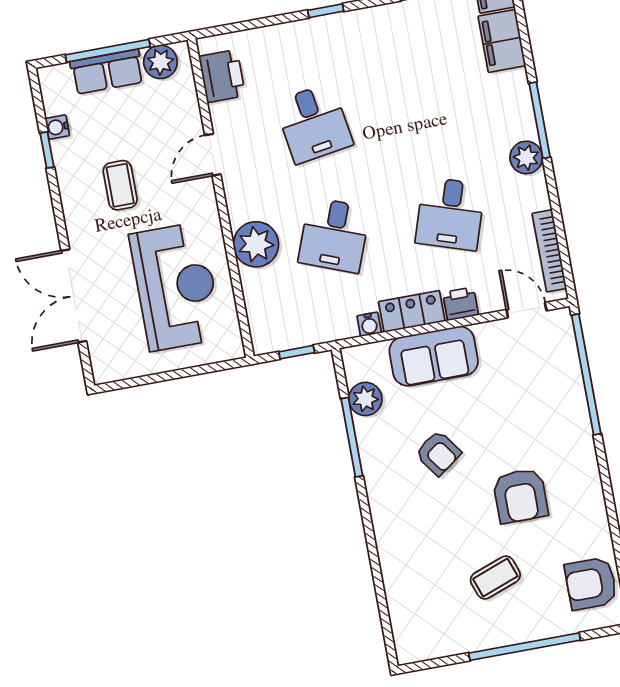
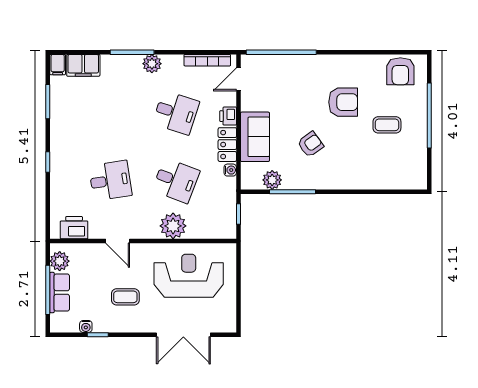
coffee table: (495, 578) -> (387, 125), turned -70

